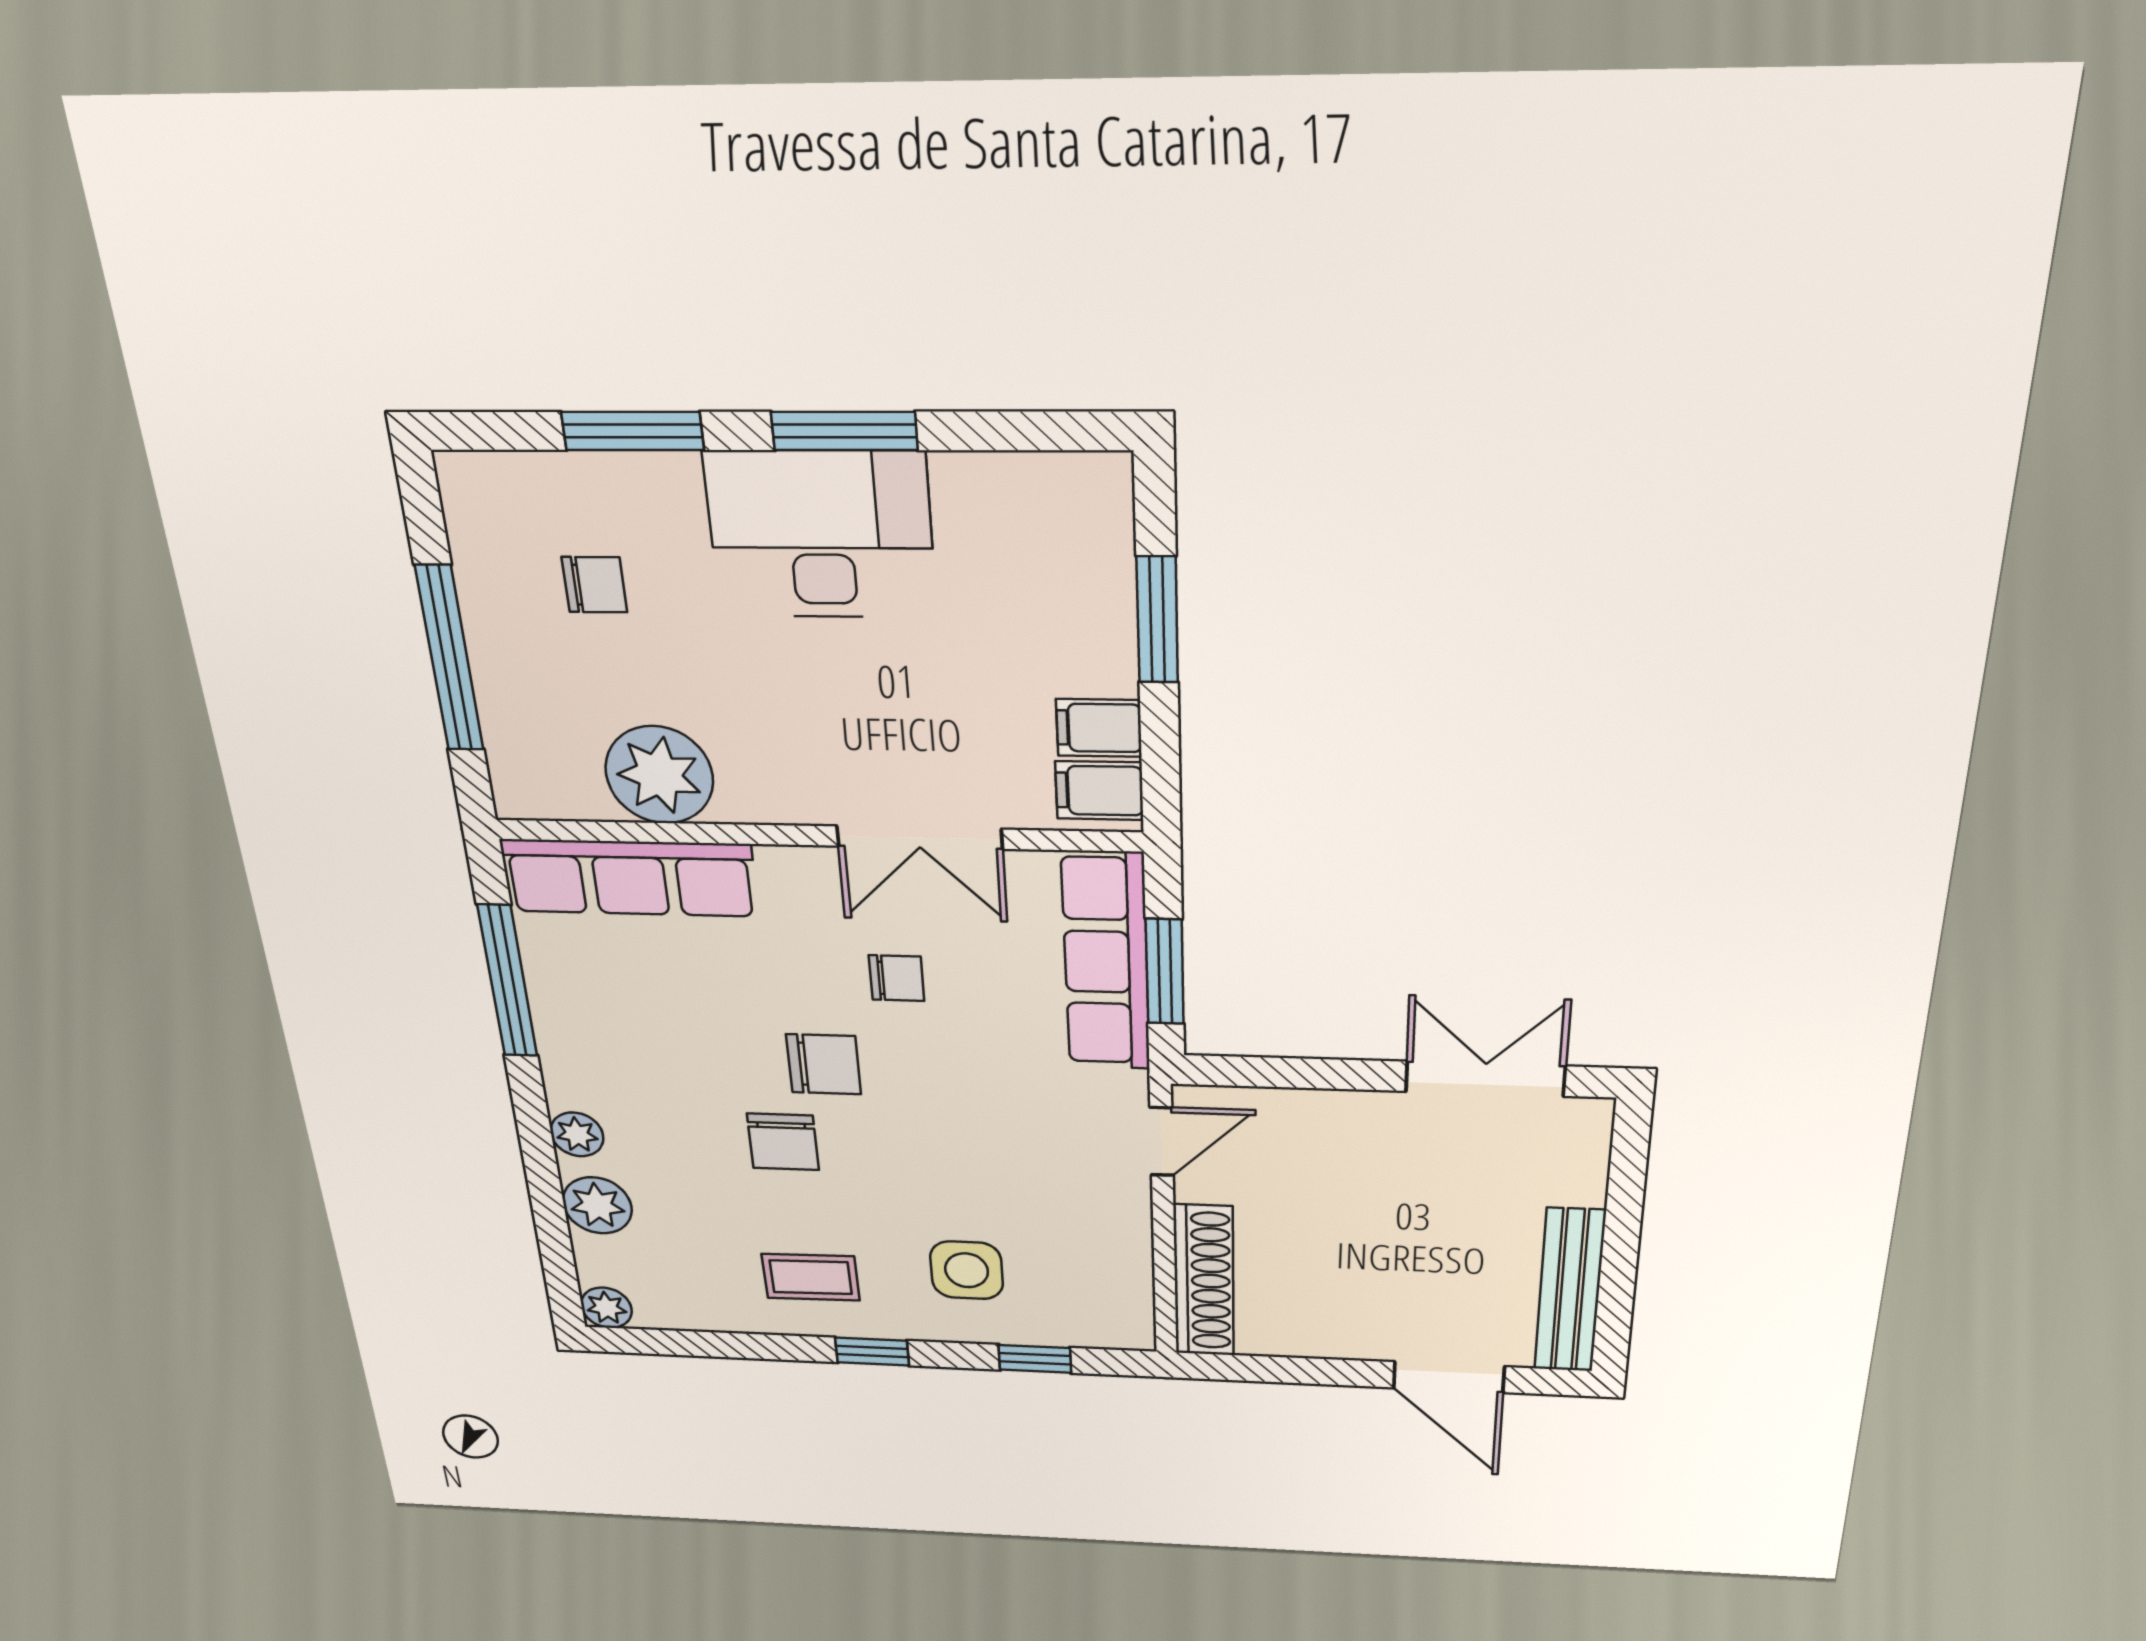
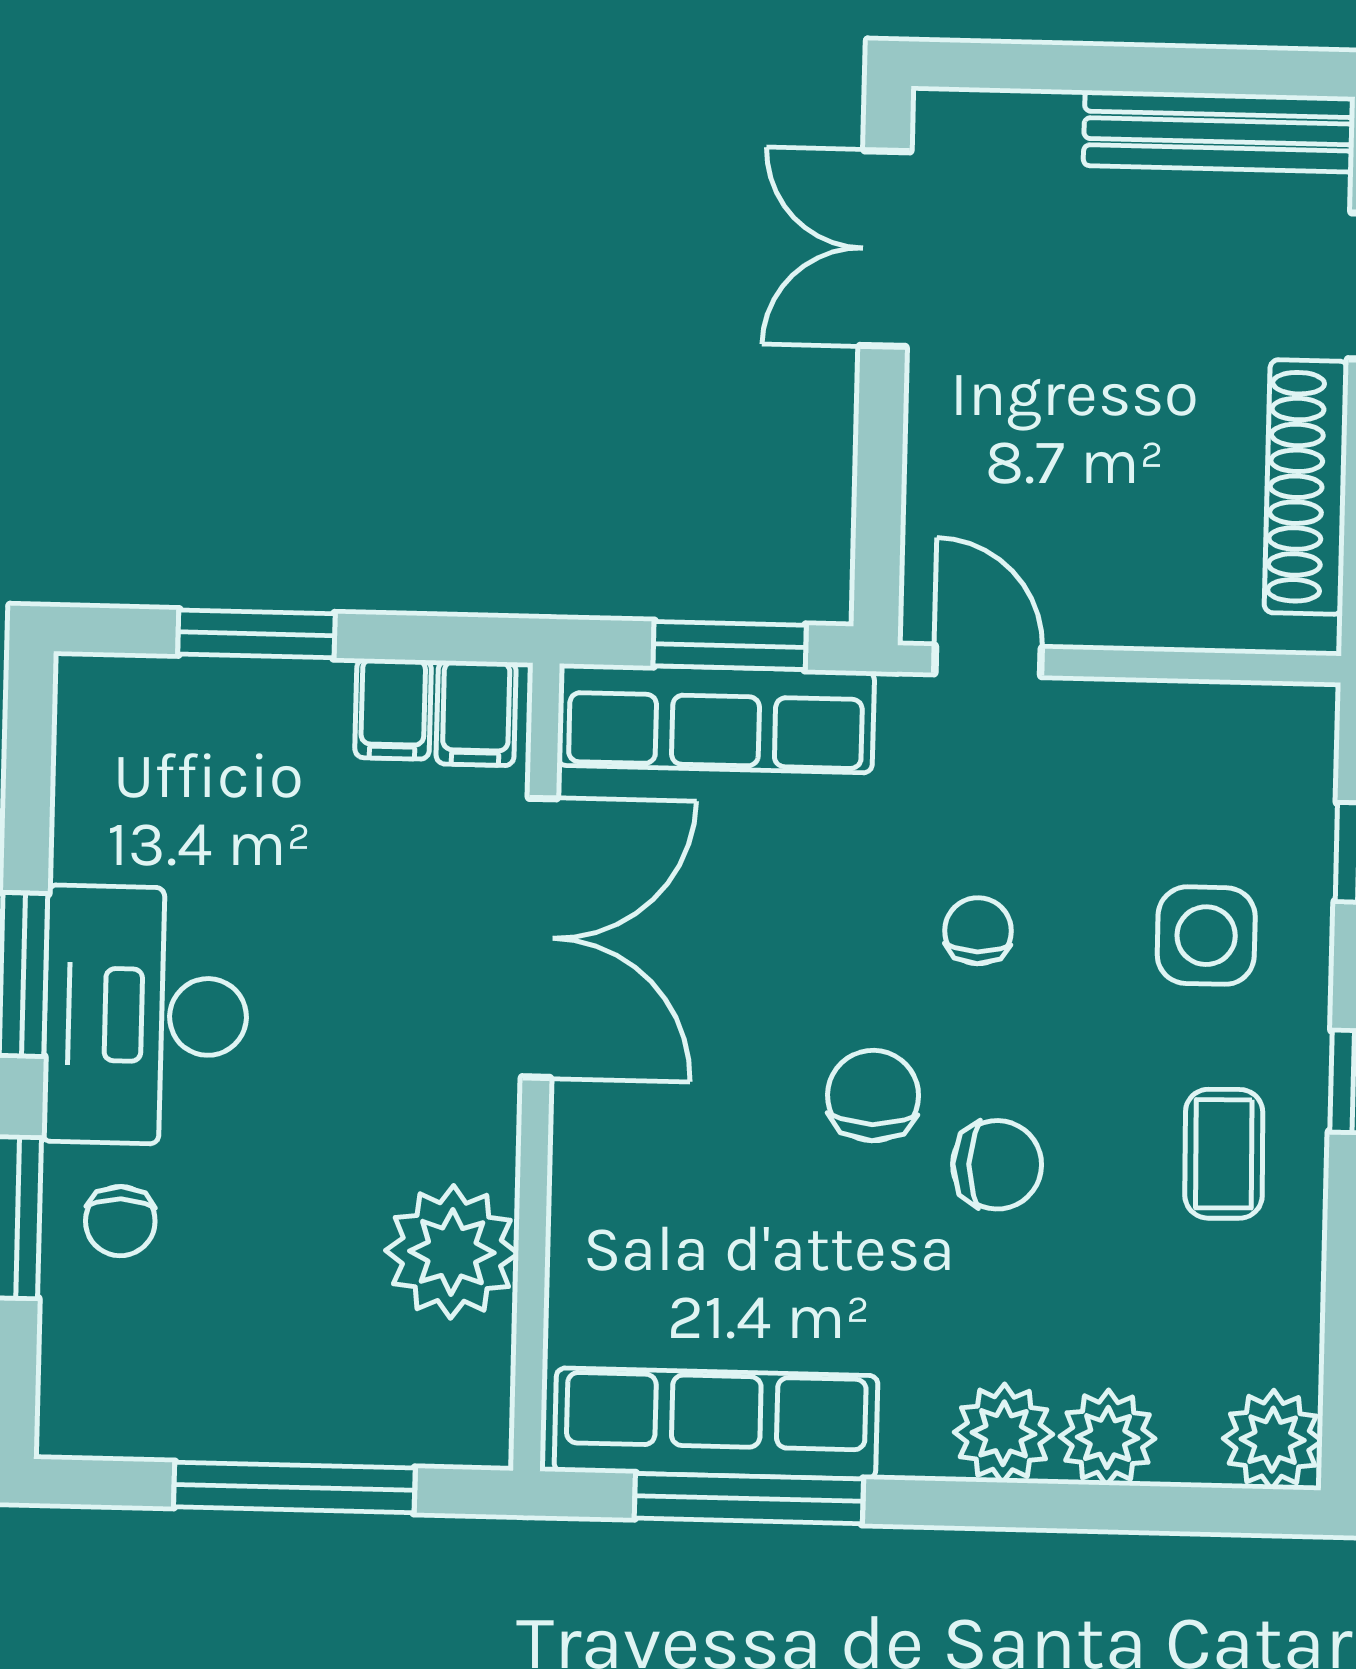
chair: (594, 585) -> (120, 1221), moved, turned 180
double door: (919, 838) -> (539, 938), width x1.37
row of seats: (630, 878) -> (716, 1424), moved, turned -90
chair: (897, 978) -> (978, 931), moved
plant: (577, 1134) -> (1004, 1433), width x1.38, depth x1.38
shoe rack: (1204, 1281) -> (1306, 487), moved, turned -90
plant: (606, 1308) -> (1273, 1440), width x1.38, depth x1.38

